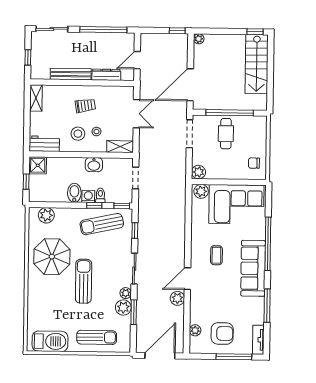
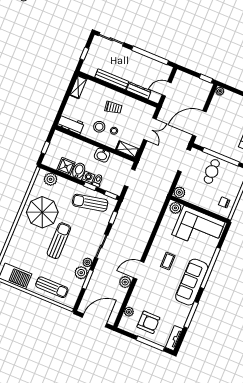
shower: (38, 165) -> (66, 166), moved

